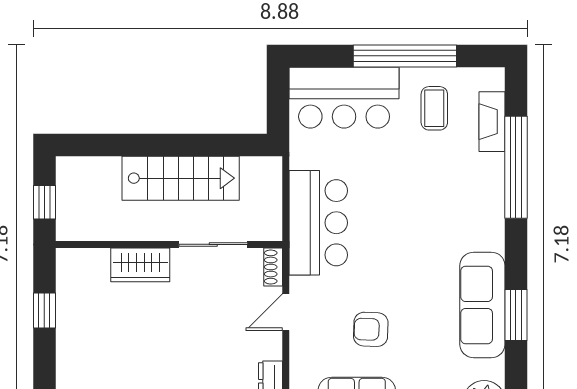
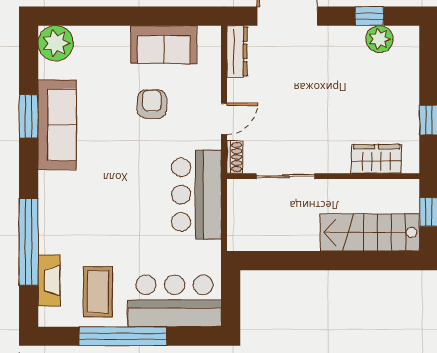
coffee table: (434, 108) -> (98, 292), width x1.36, depth x1.30
stairs: (181, 178) -> (370, 232), moved
wardrobe: (140, 265) -> (377, 159), moved
armchair: (371, 329) -> (152, 104), turned -92

